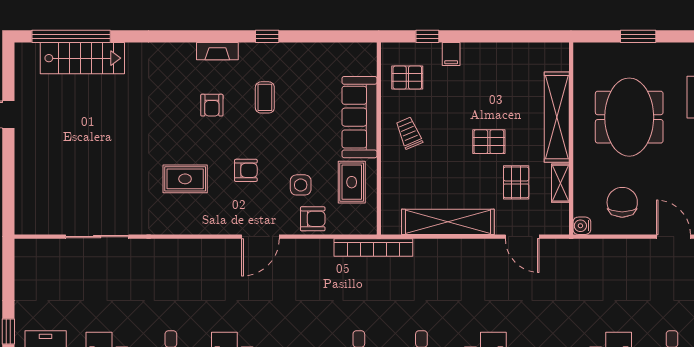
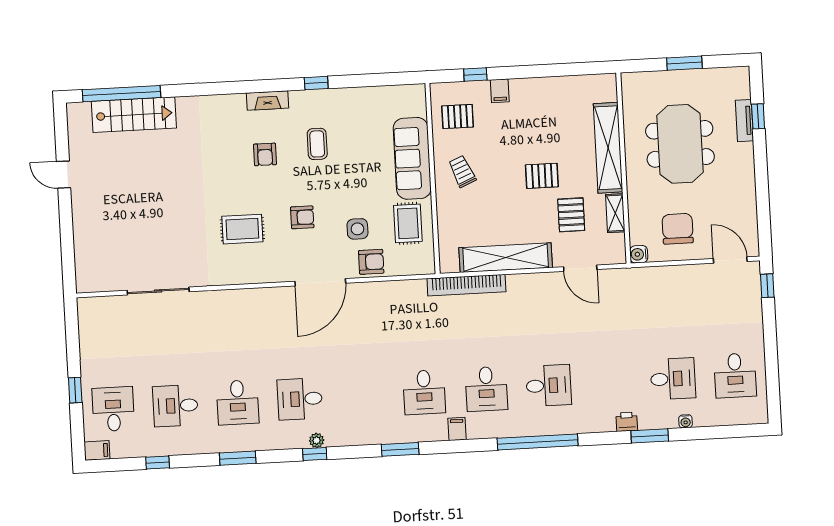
door: (260, 237) -> (320, 282), width x1.36
bookcase: (373, 247) -> (466, 285), moved

